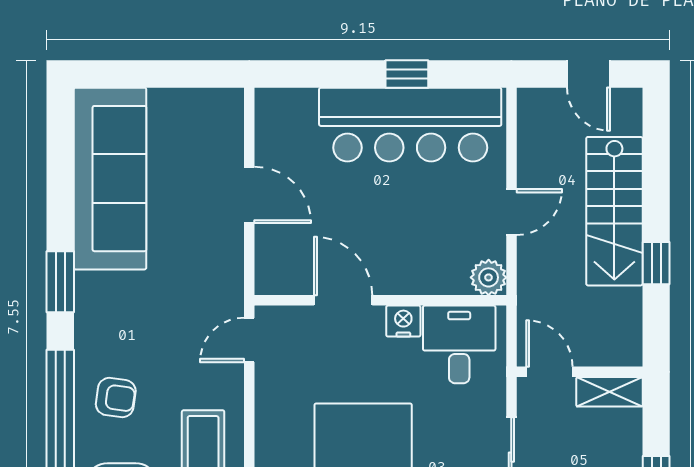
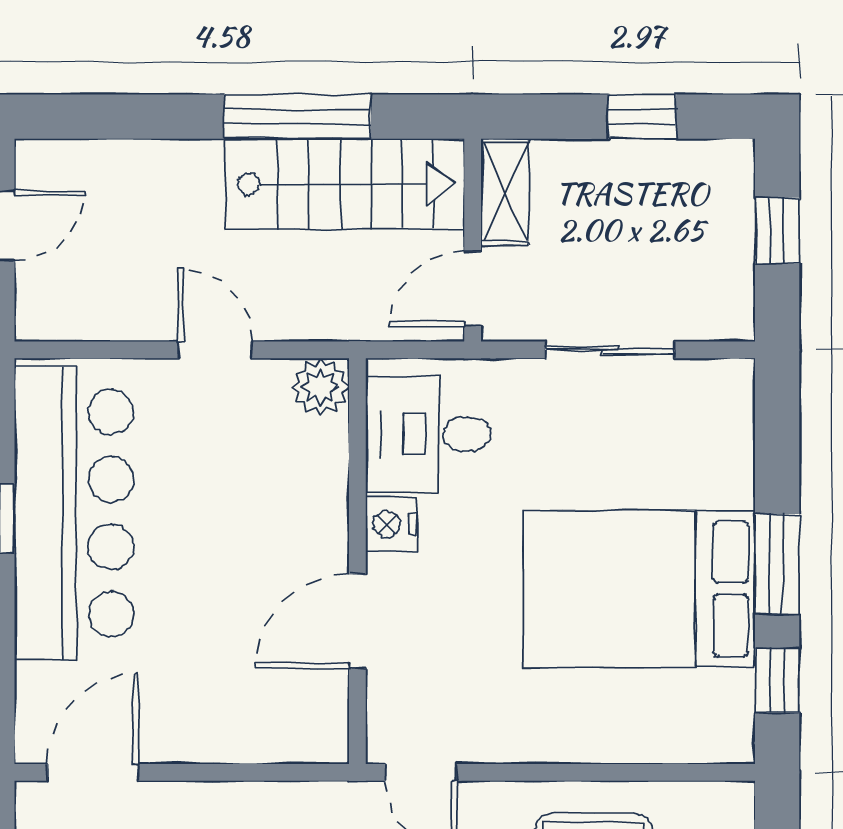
door: (249, 195) -> (93, 772), moved
stairs: (614, 211) -> (345, 184), moved
window: (656, 263) -> (297, 117), width x2.17

